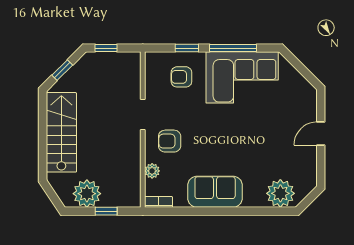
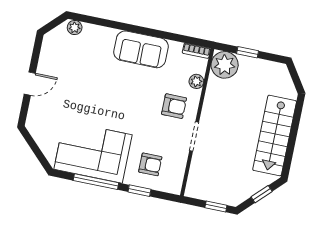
plant: (280, 193) -> (75, 27), width x0.53, depth x0.53
plant: (87, 194) -> (225, 65), moved

